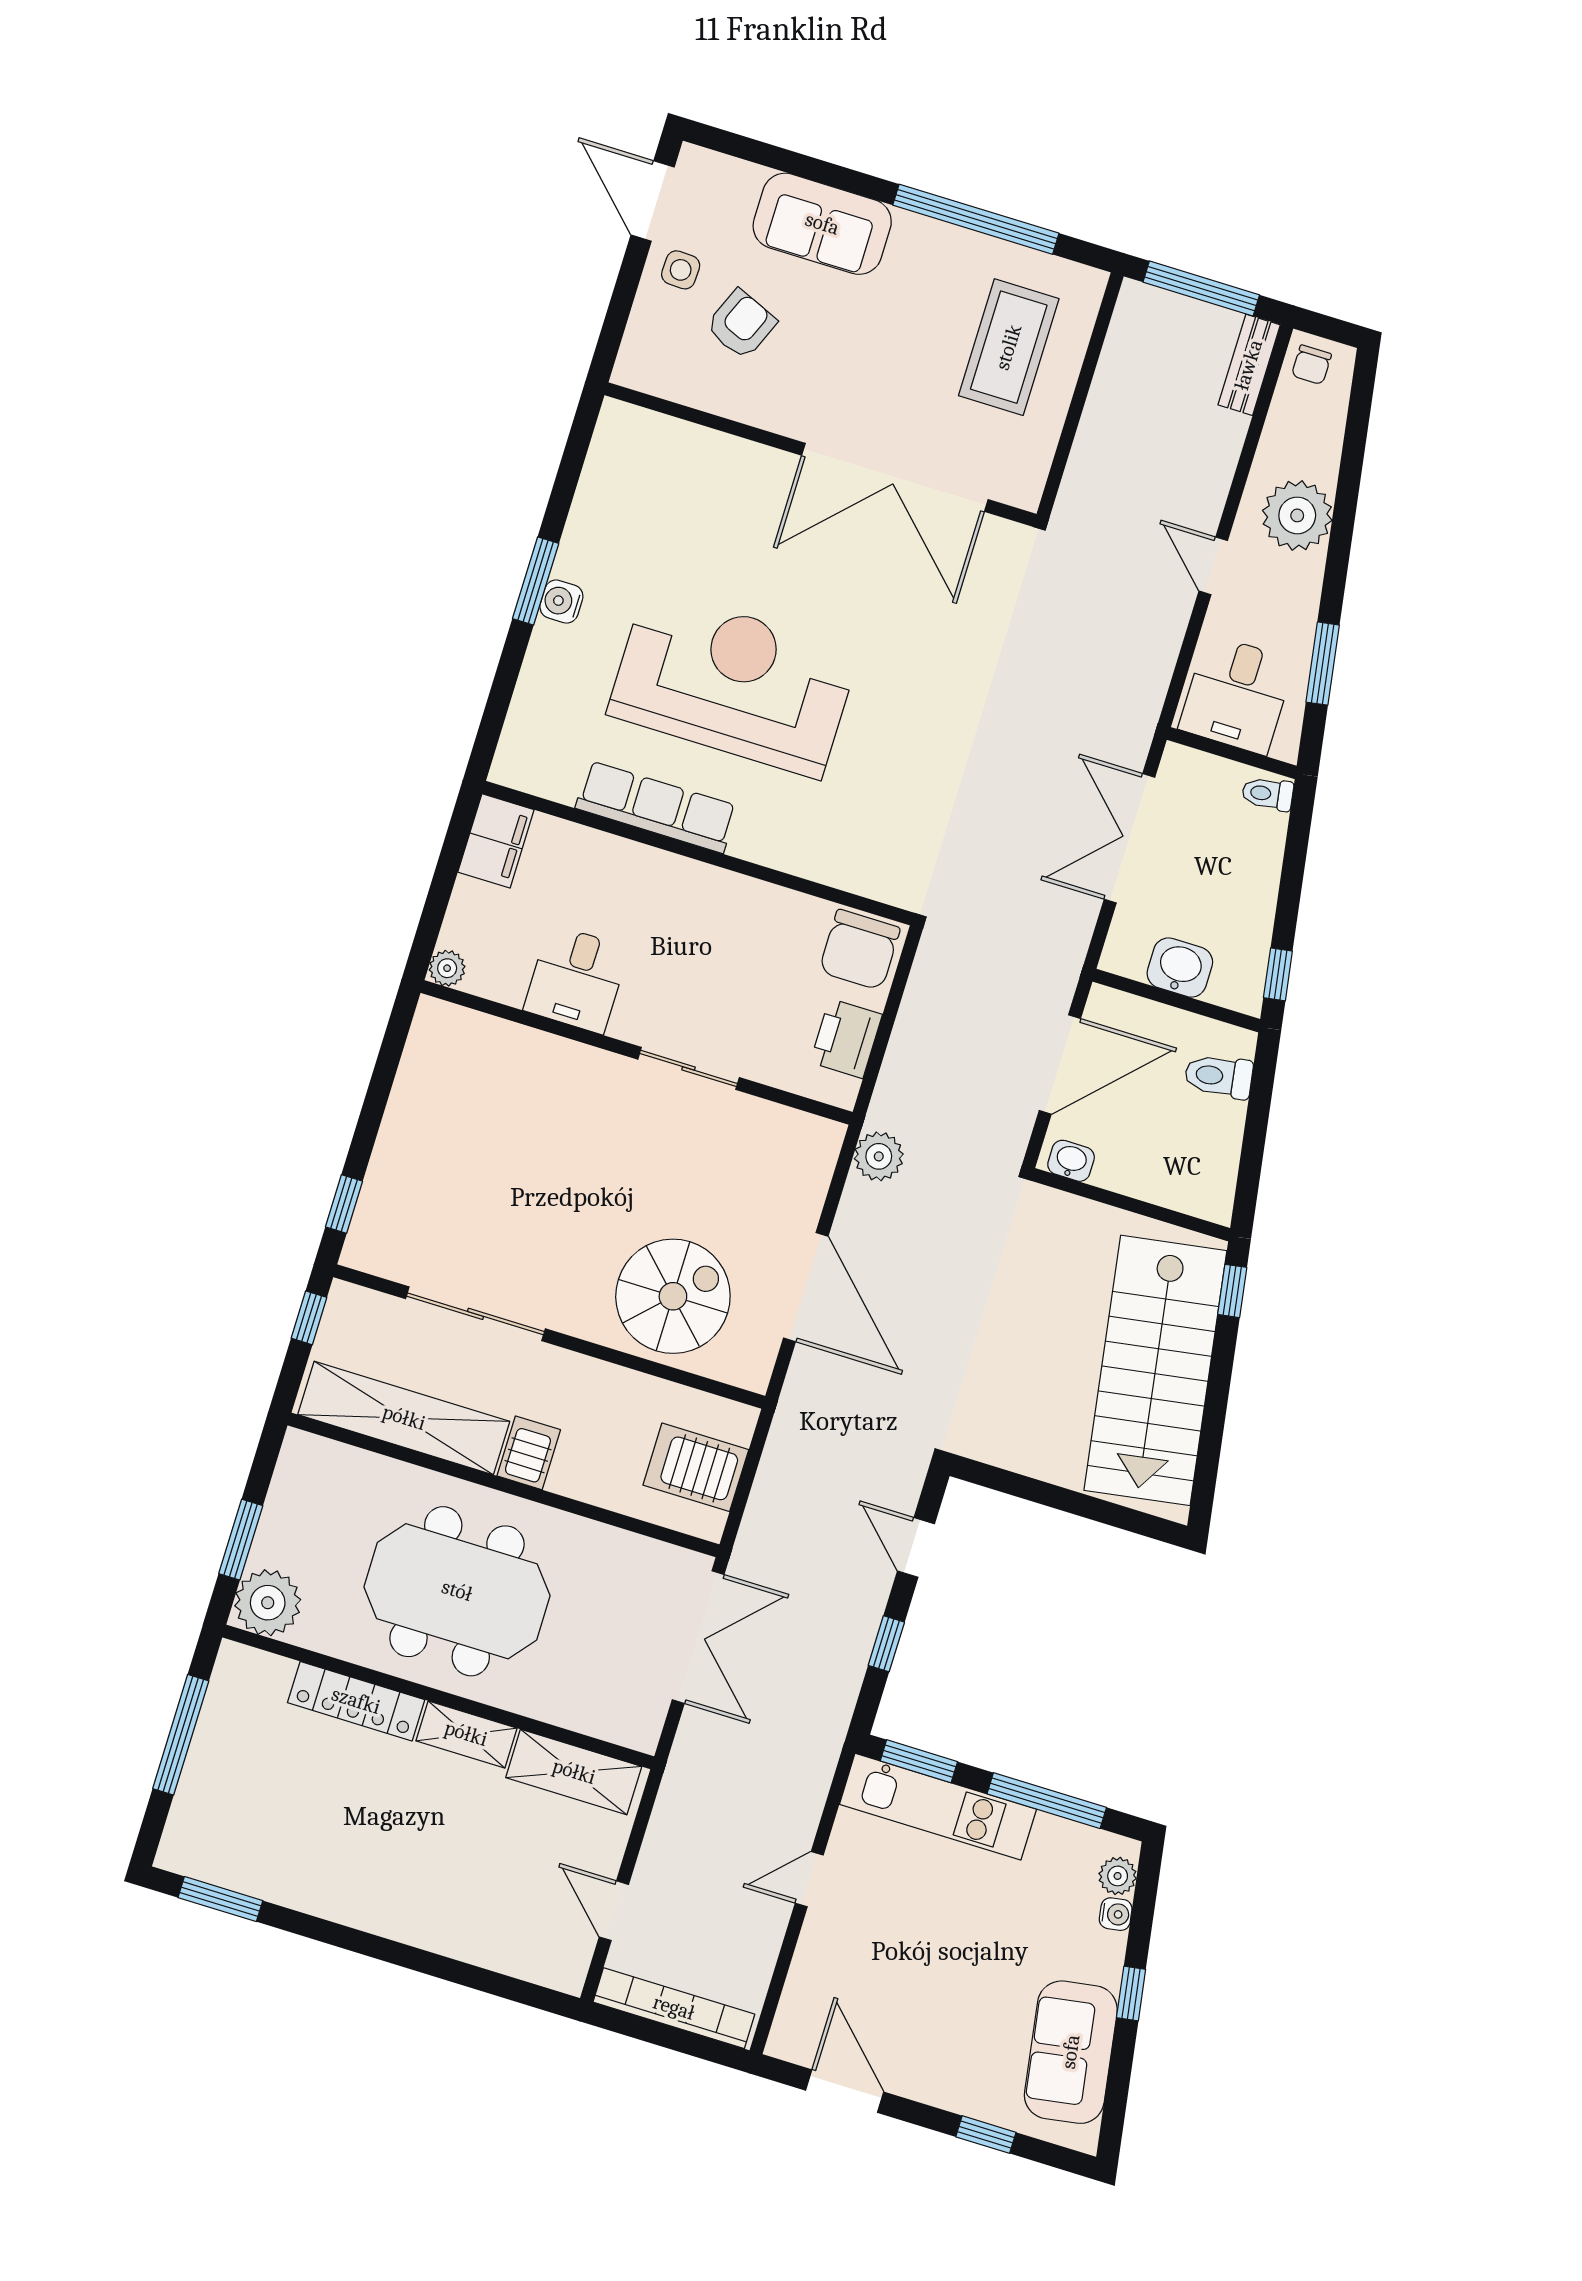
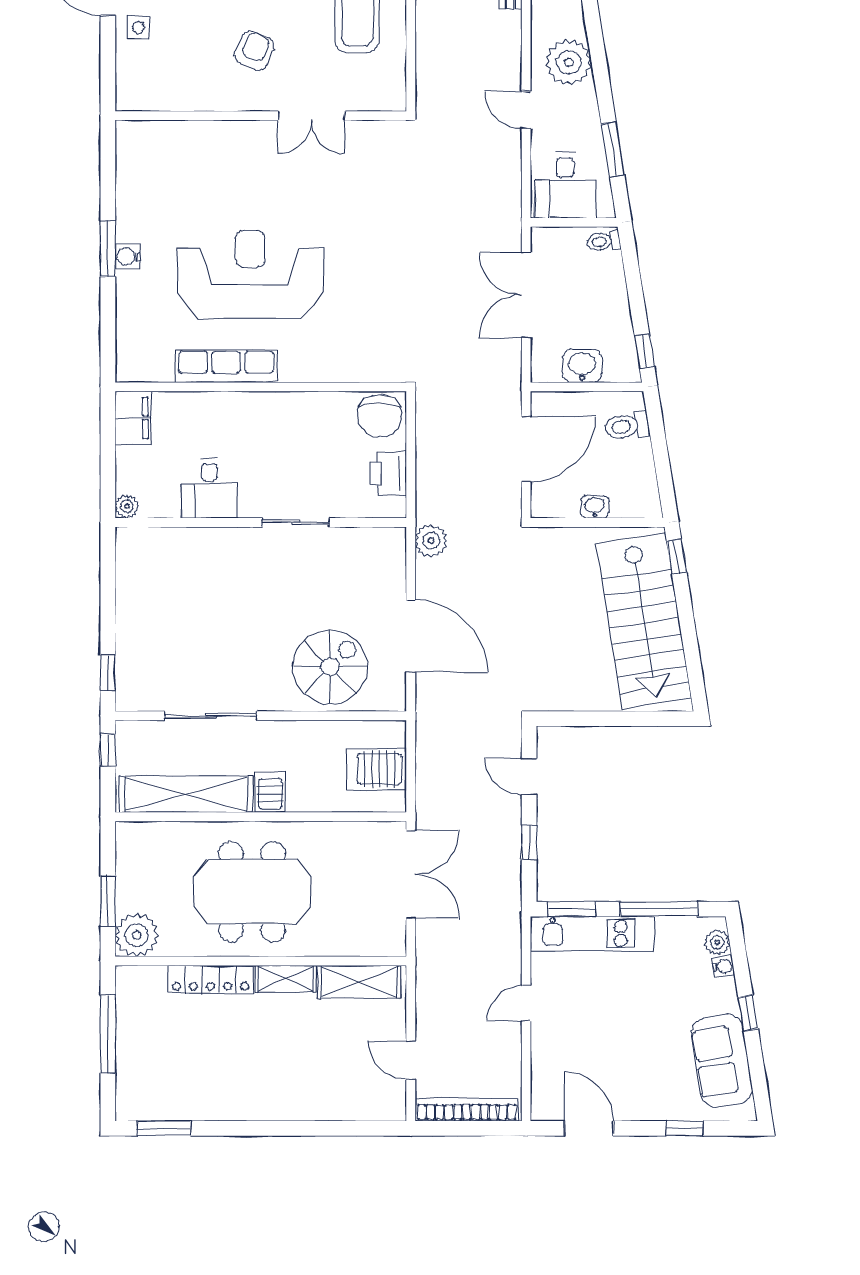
armchair: (741, 324) -> (254, 51), moved
double door: (895, 477) -> (311, 116), width x0.54
washbasin: (1071, 1161) -> (595, 507), moved

